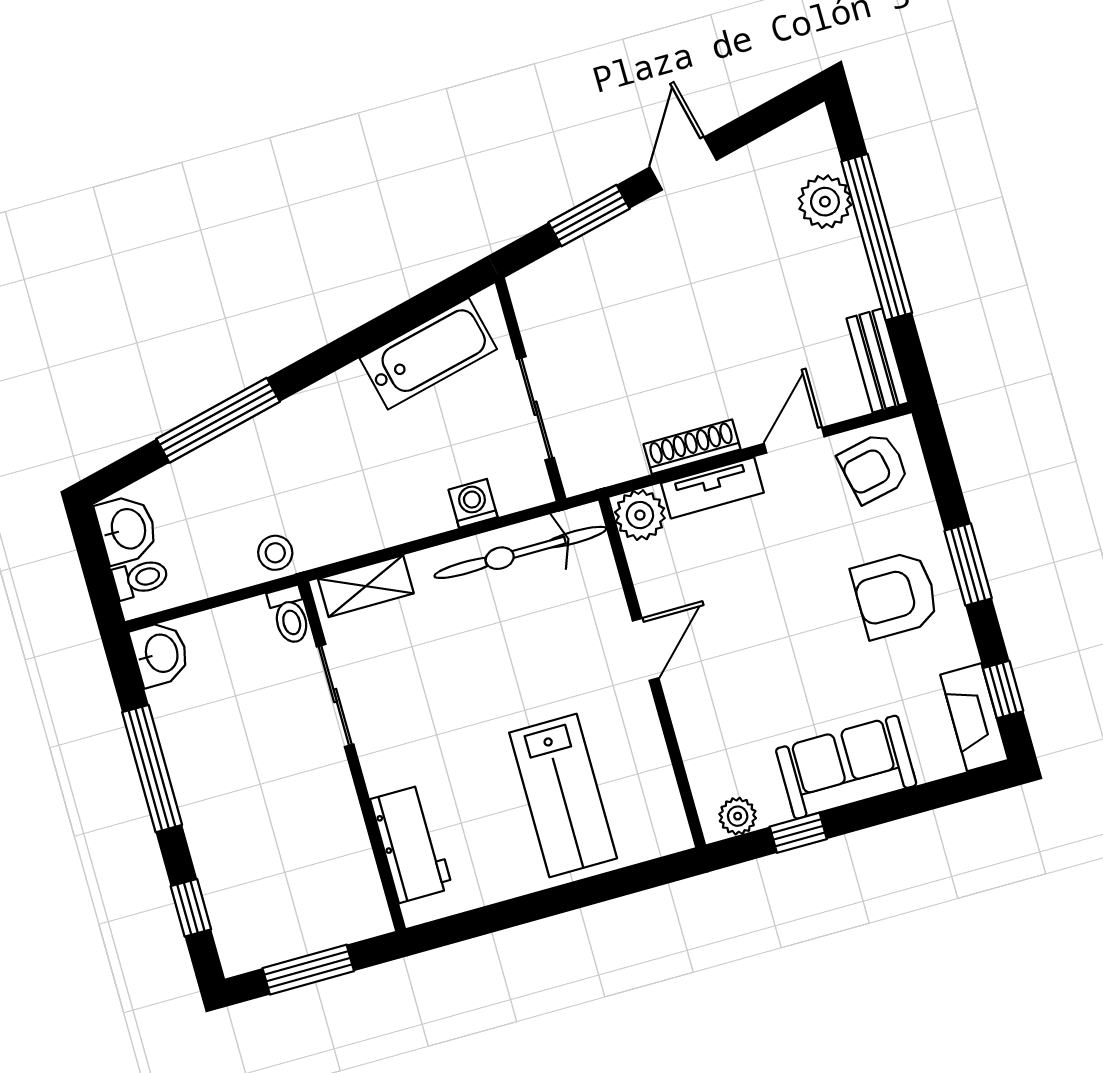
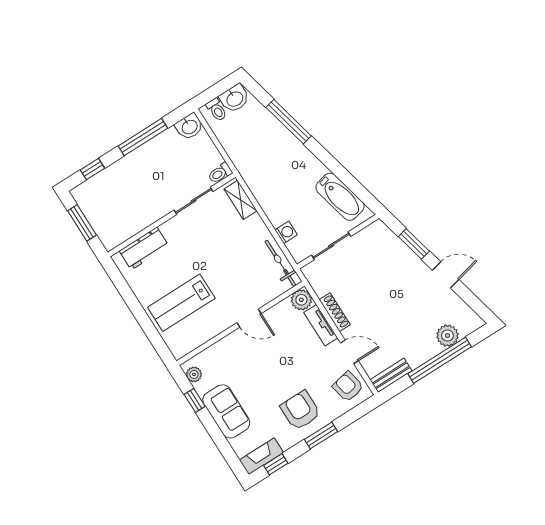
bicycle: (520, 552) -> (281, 263), width x0.73, depth x0.71
stool: (275, 553) -> (243, 160), removed

